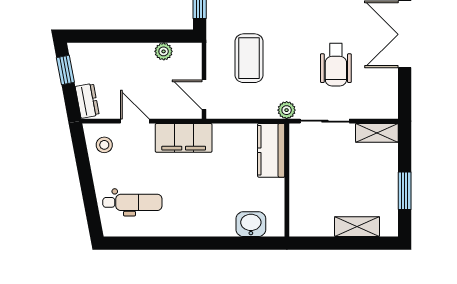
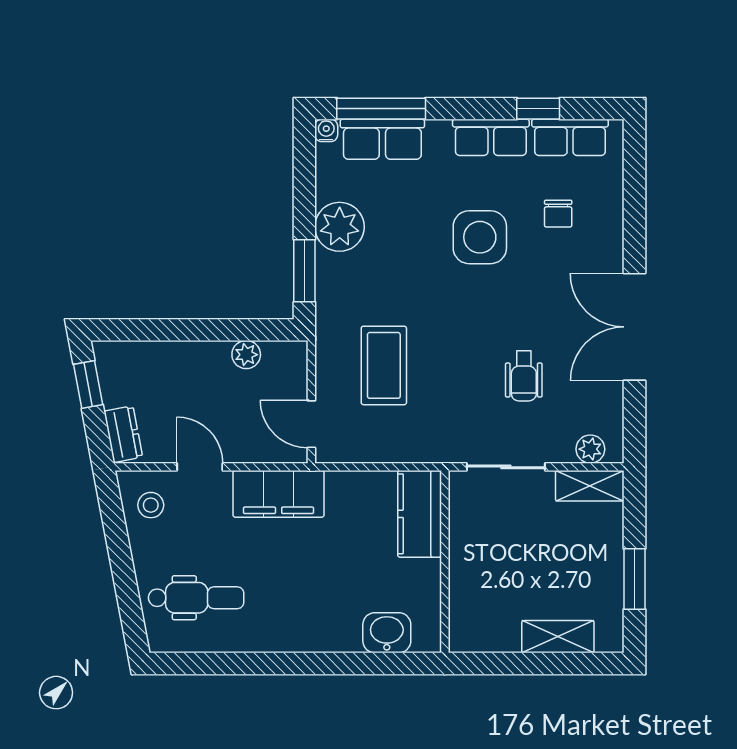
wheelchair: (336, 65) -> (524, 376), width x0.73, depth x0.73
plant: (287, 110) -> (590, 449), moved

